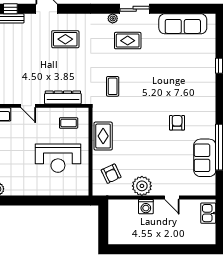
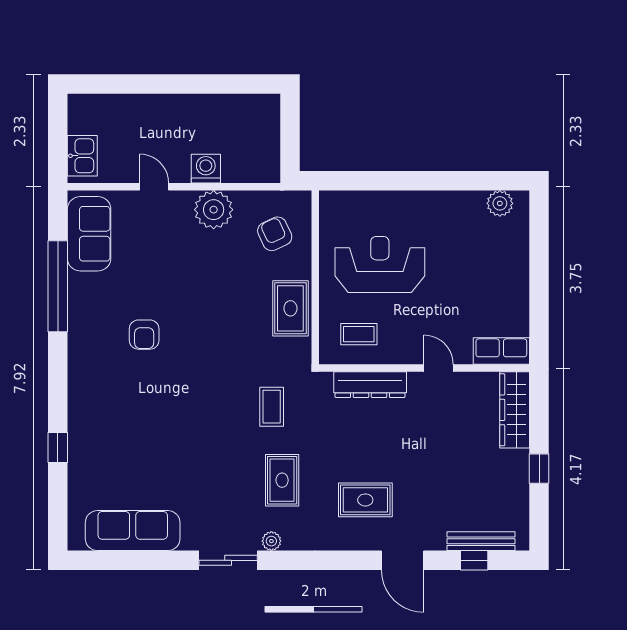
rug: (128, 41) -> (282, 480), moved, turned 90
sofa: (205, 158) -> (89, 234), moved

